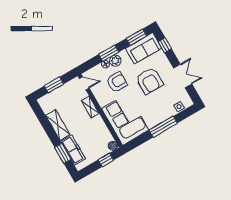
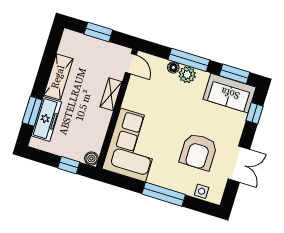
window: (109, 53) -> (189, 60), width x1.44
armchair: (149, 81) -> (198, 152), moved
armchair: (117, 82) -> (165, 98), removed

